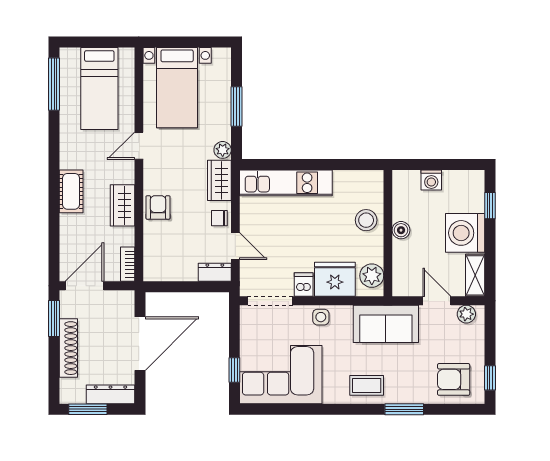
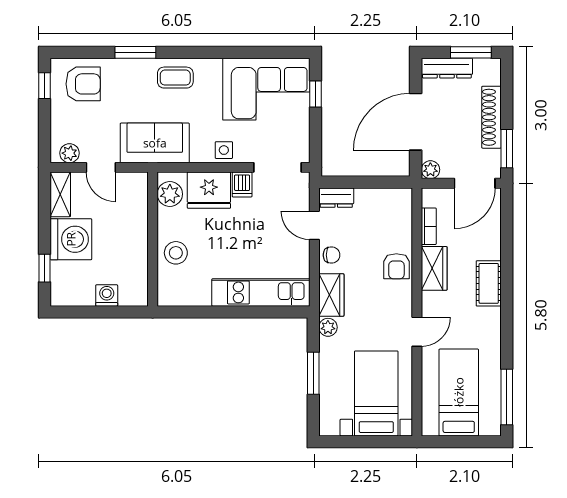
boiler: (401, 230) -> (139, 242), removed
bookcase: (128, 264) -> (429, 226), moved
plant: (126, 299) -> (430, 170), added

